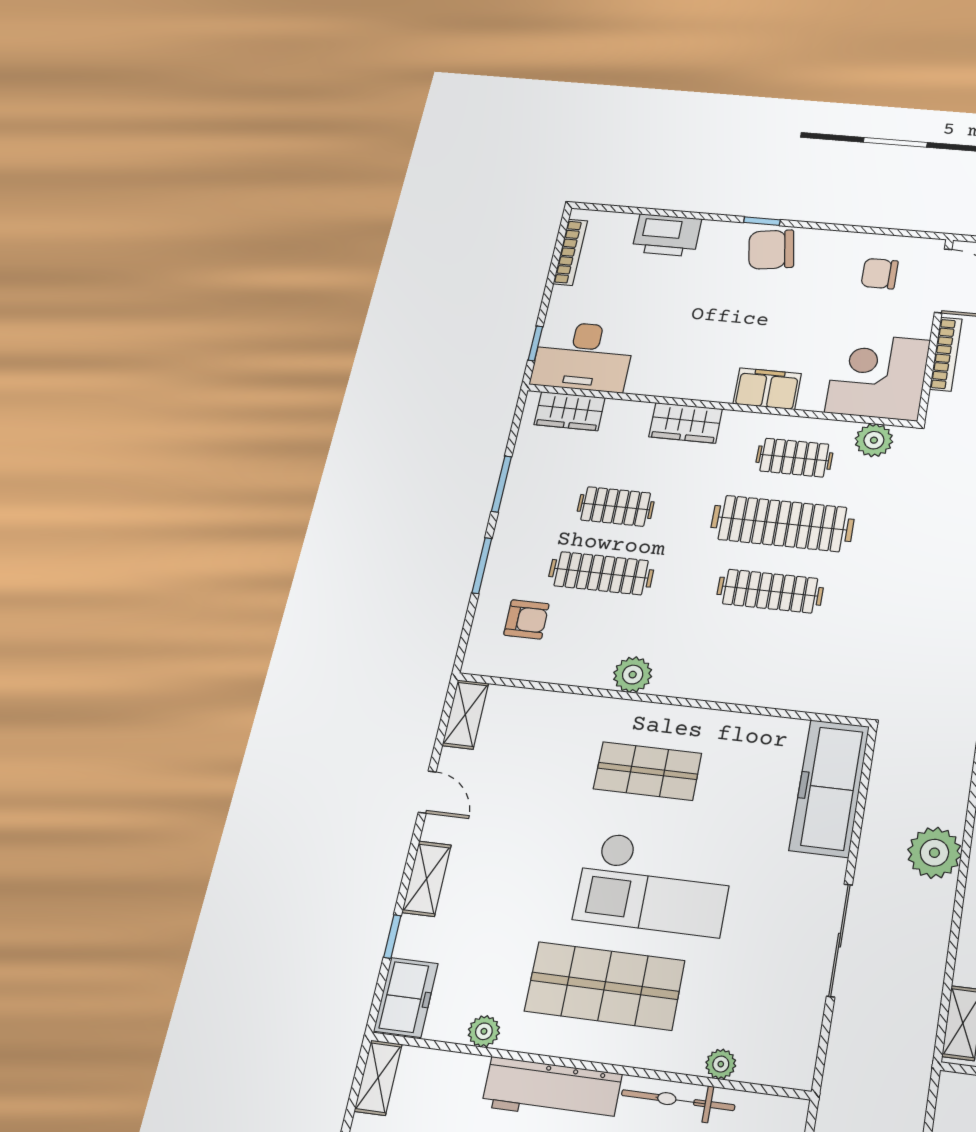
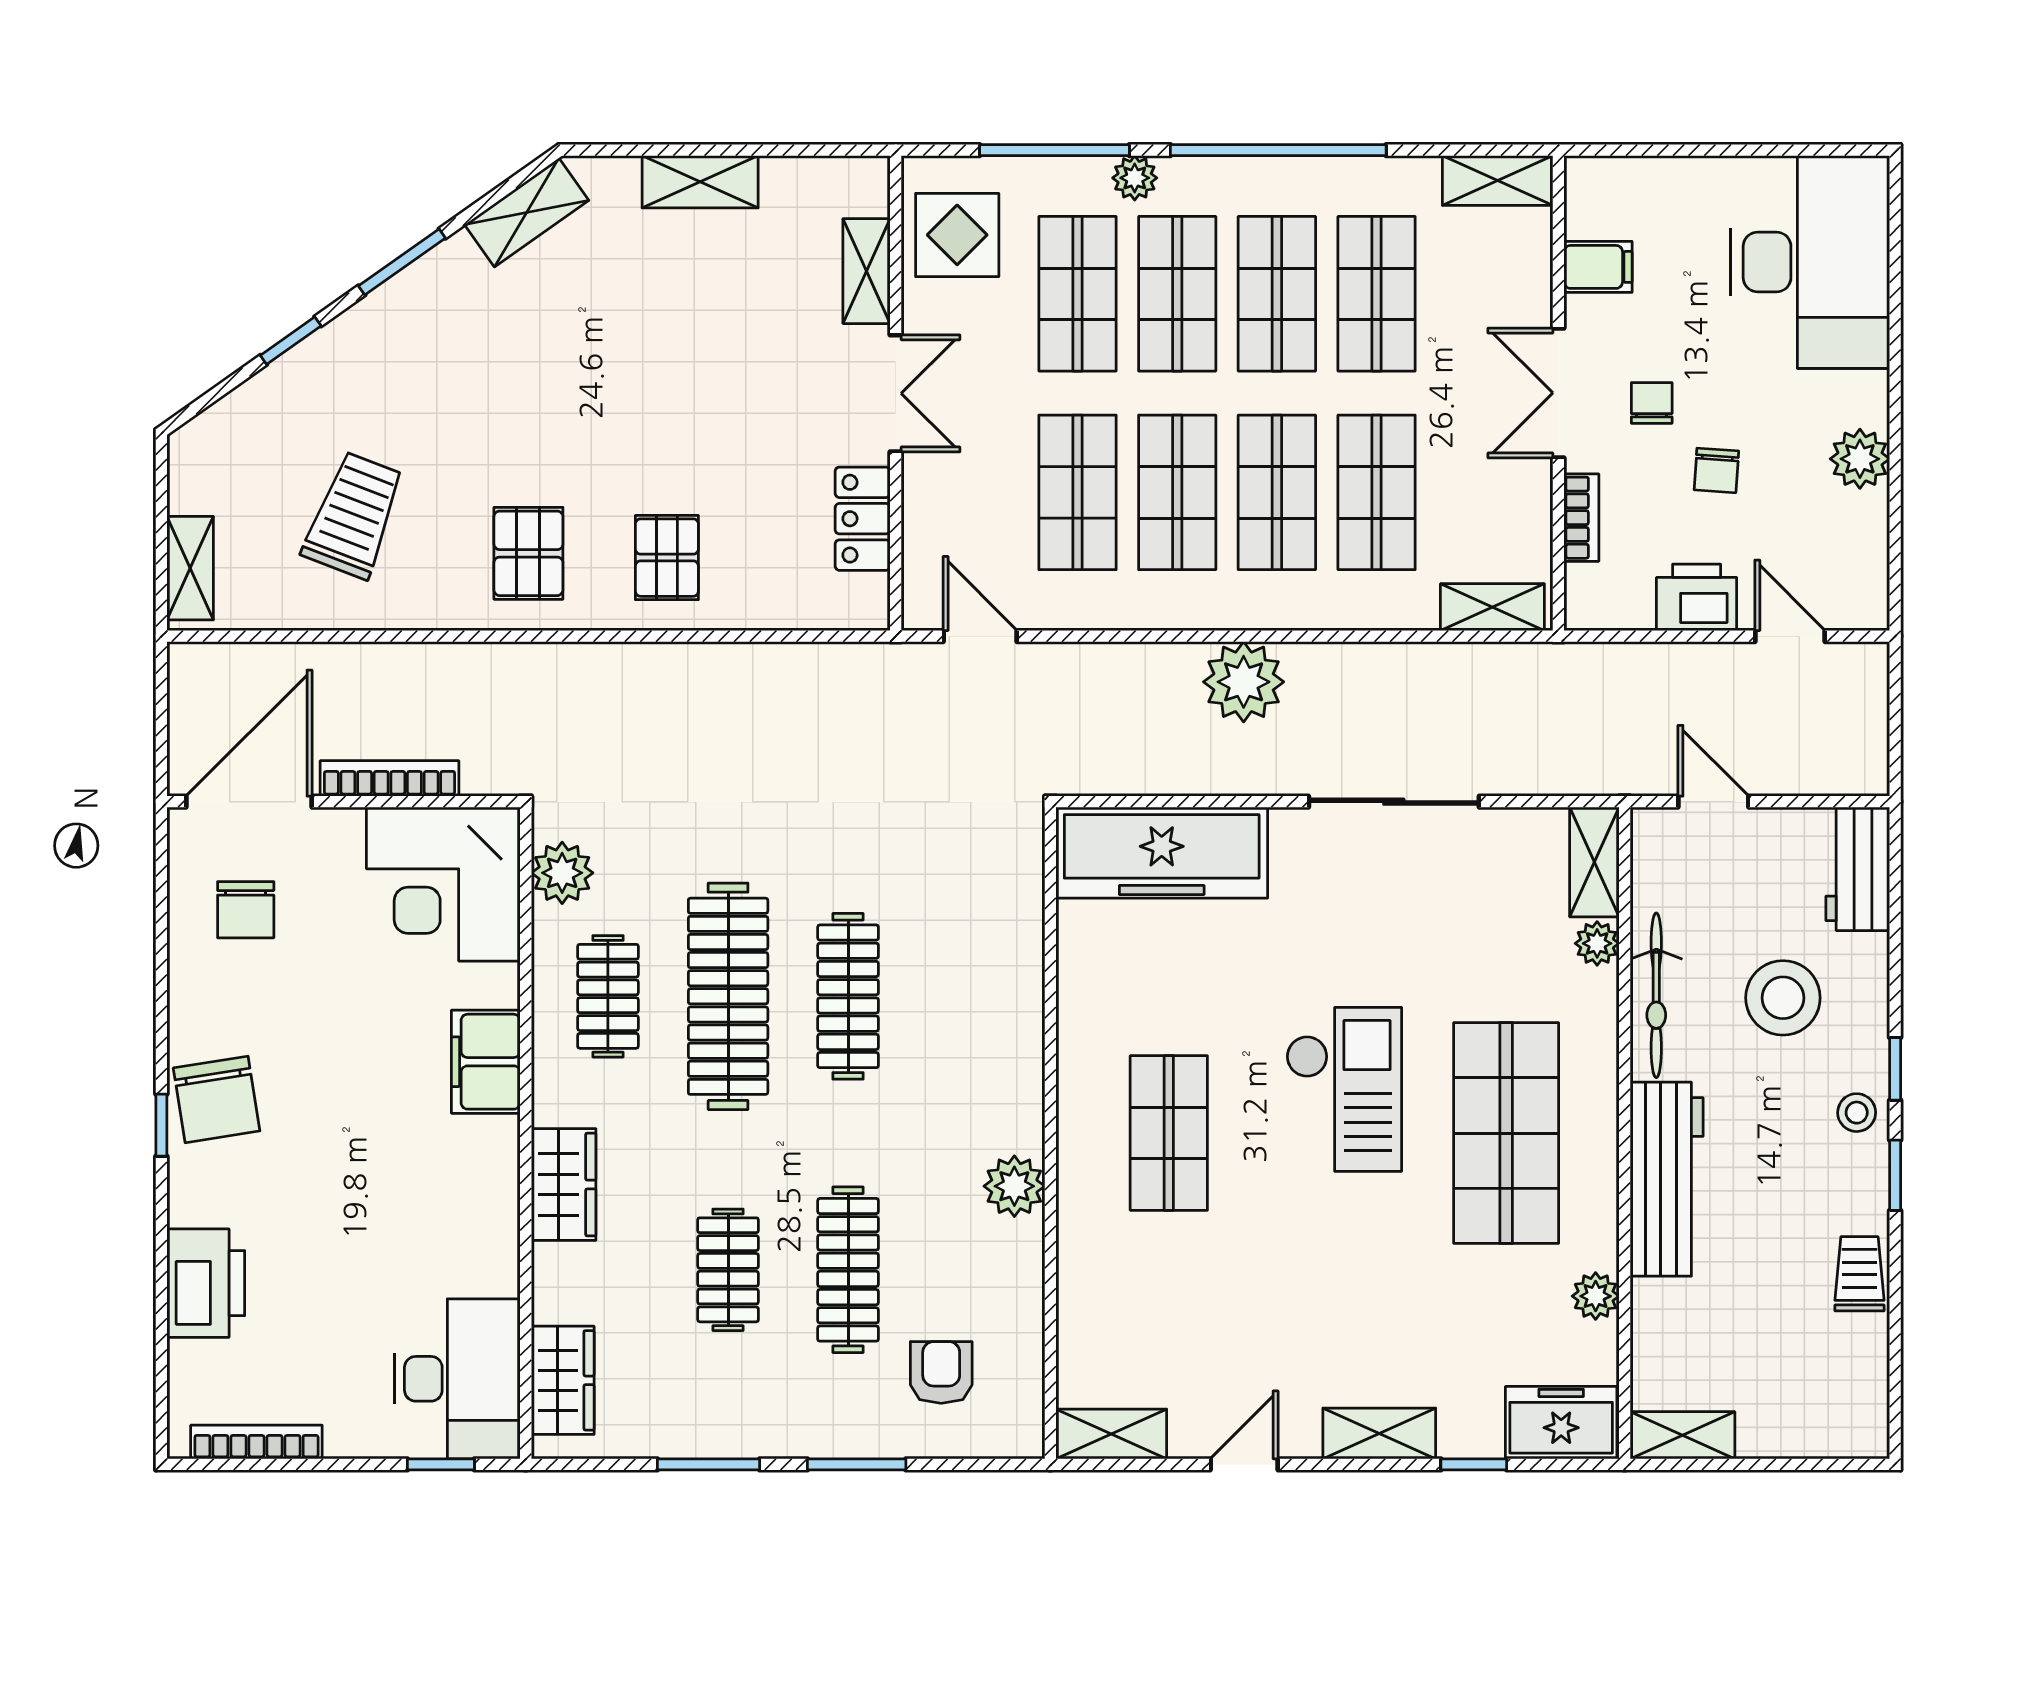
checkout: (654, 884) -> (1344, 1089), width x0.73, depth x0.83
shelving: (777, 1070) -> (1594, 862), added

